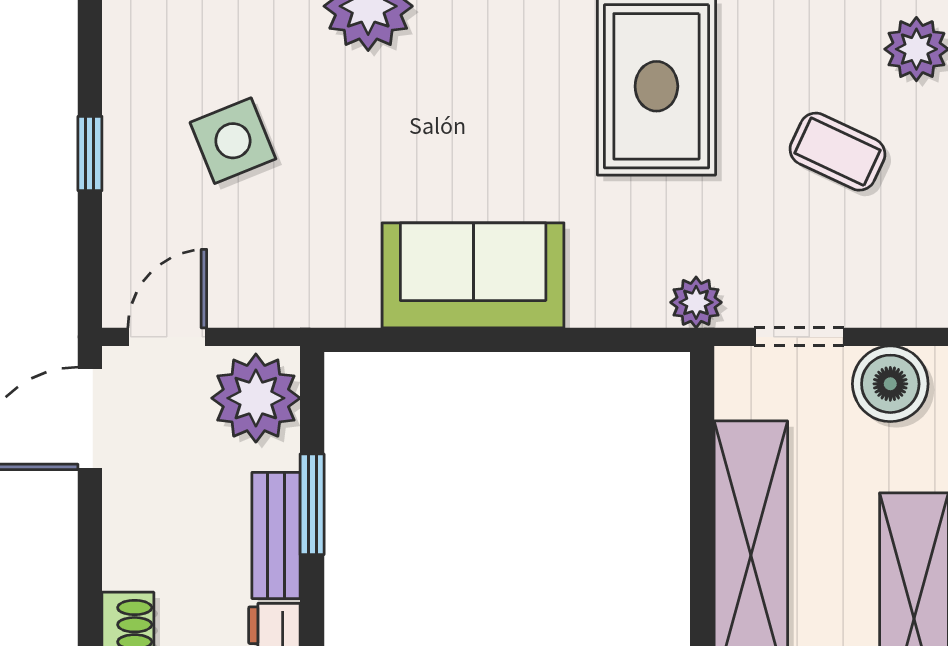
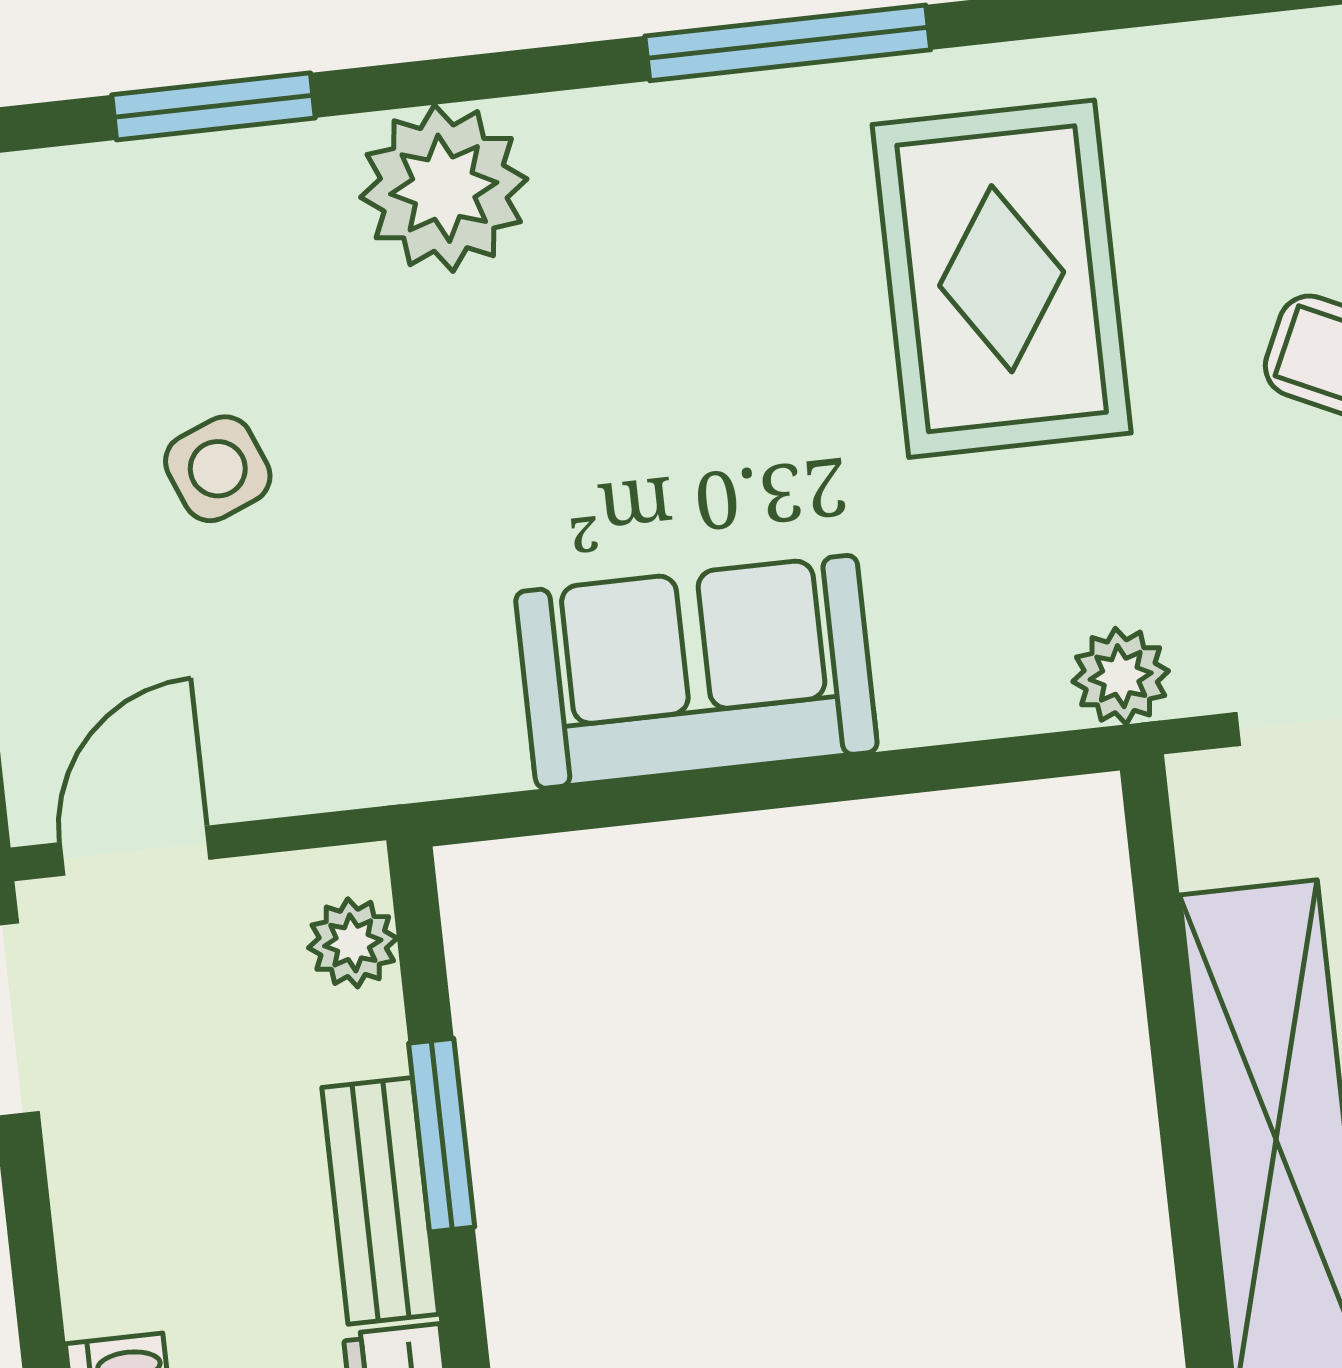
side table: (233, 141) -> (218, 469), width x0.73, depth x0.73
plant: (256, 398) -> (353, 943), width x0.53, depth x0.53

